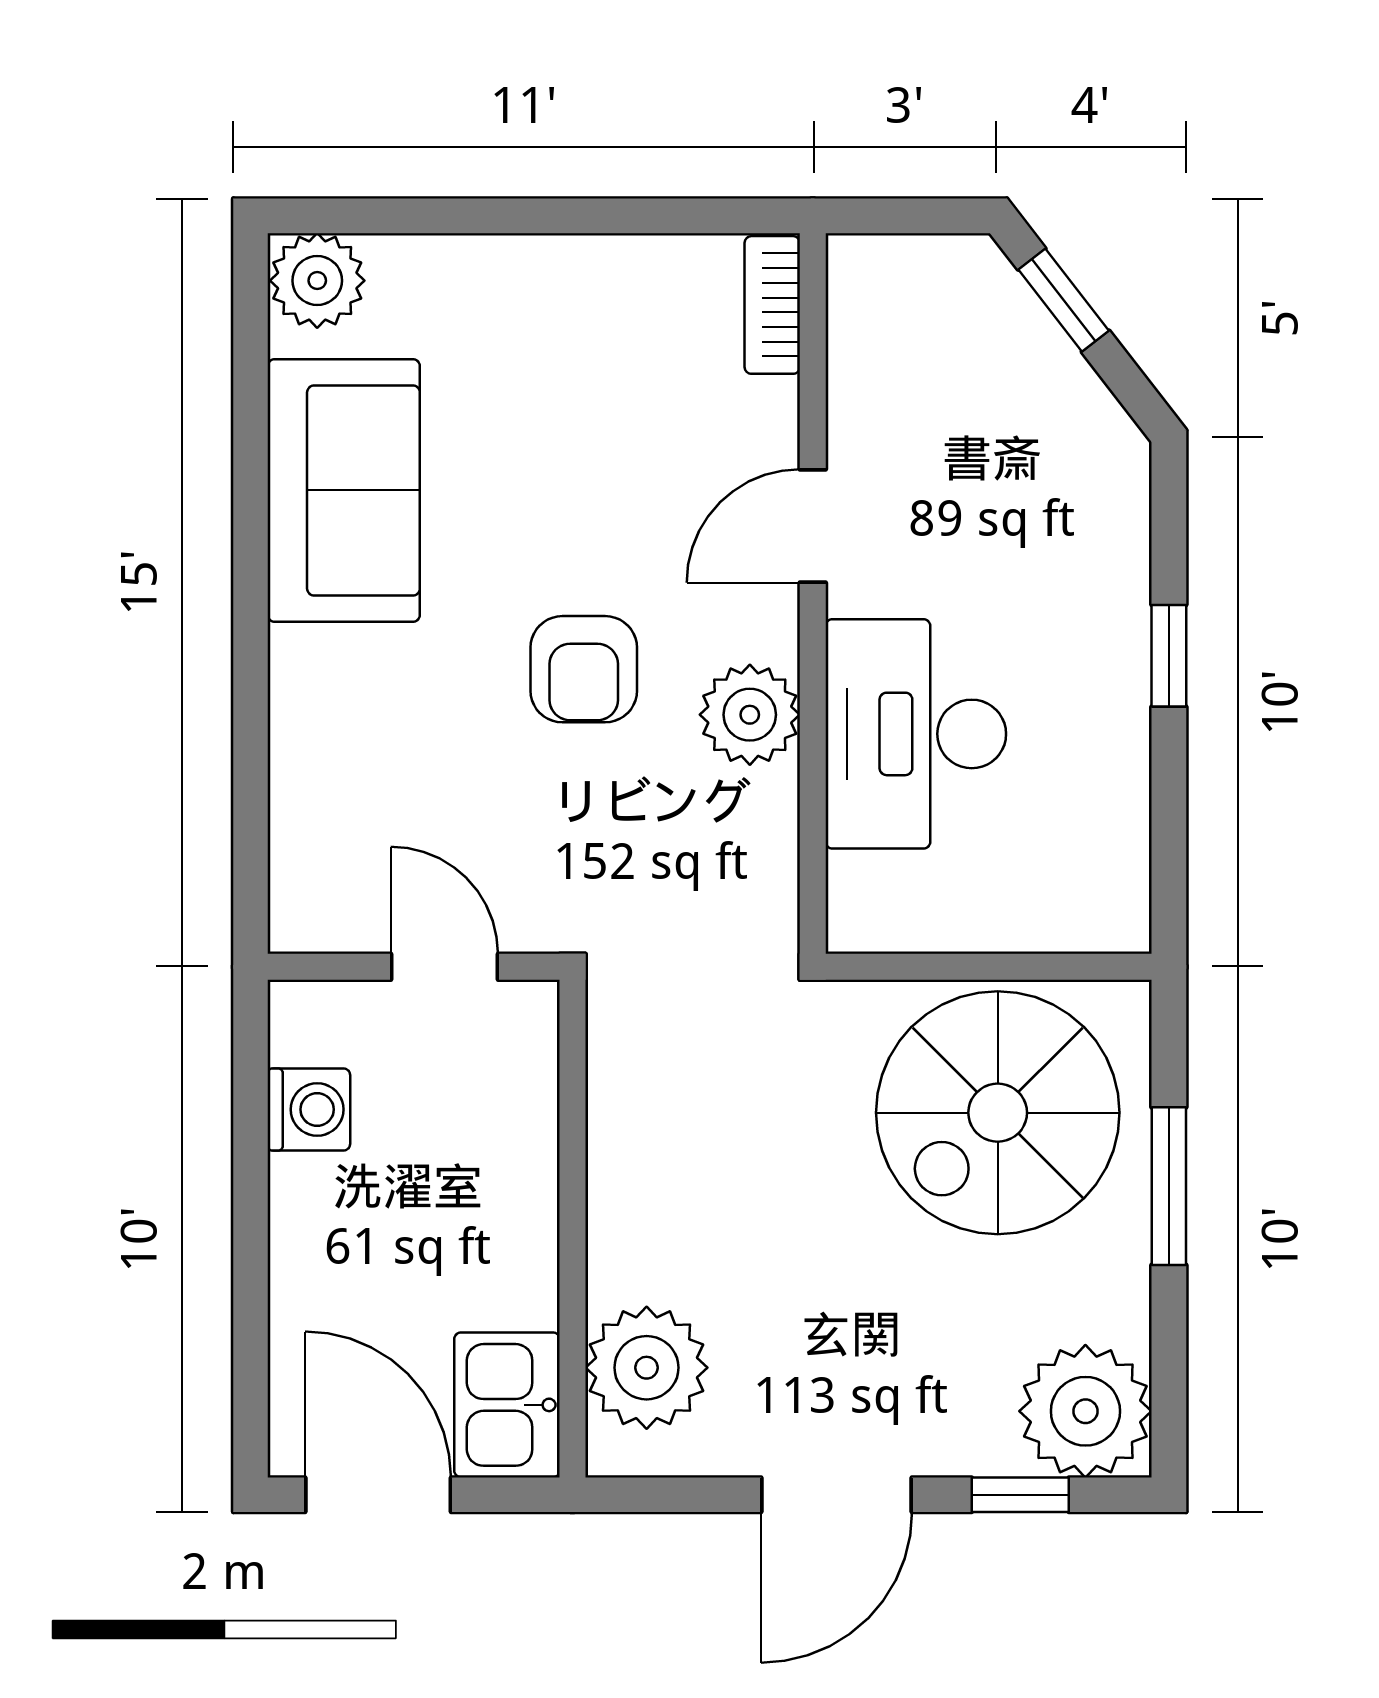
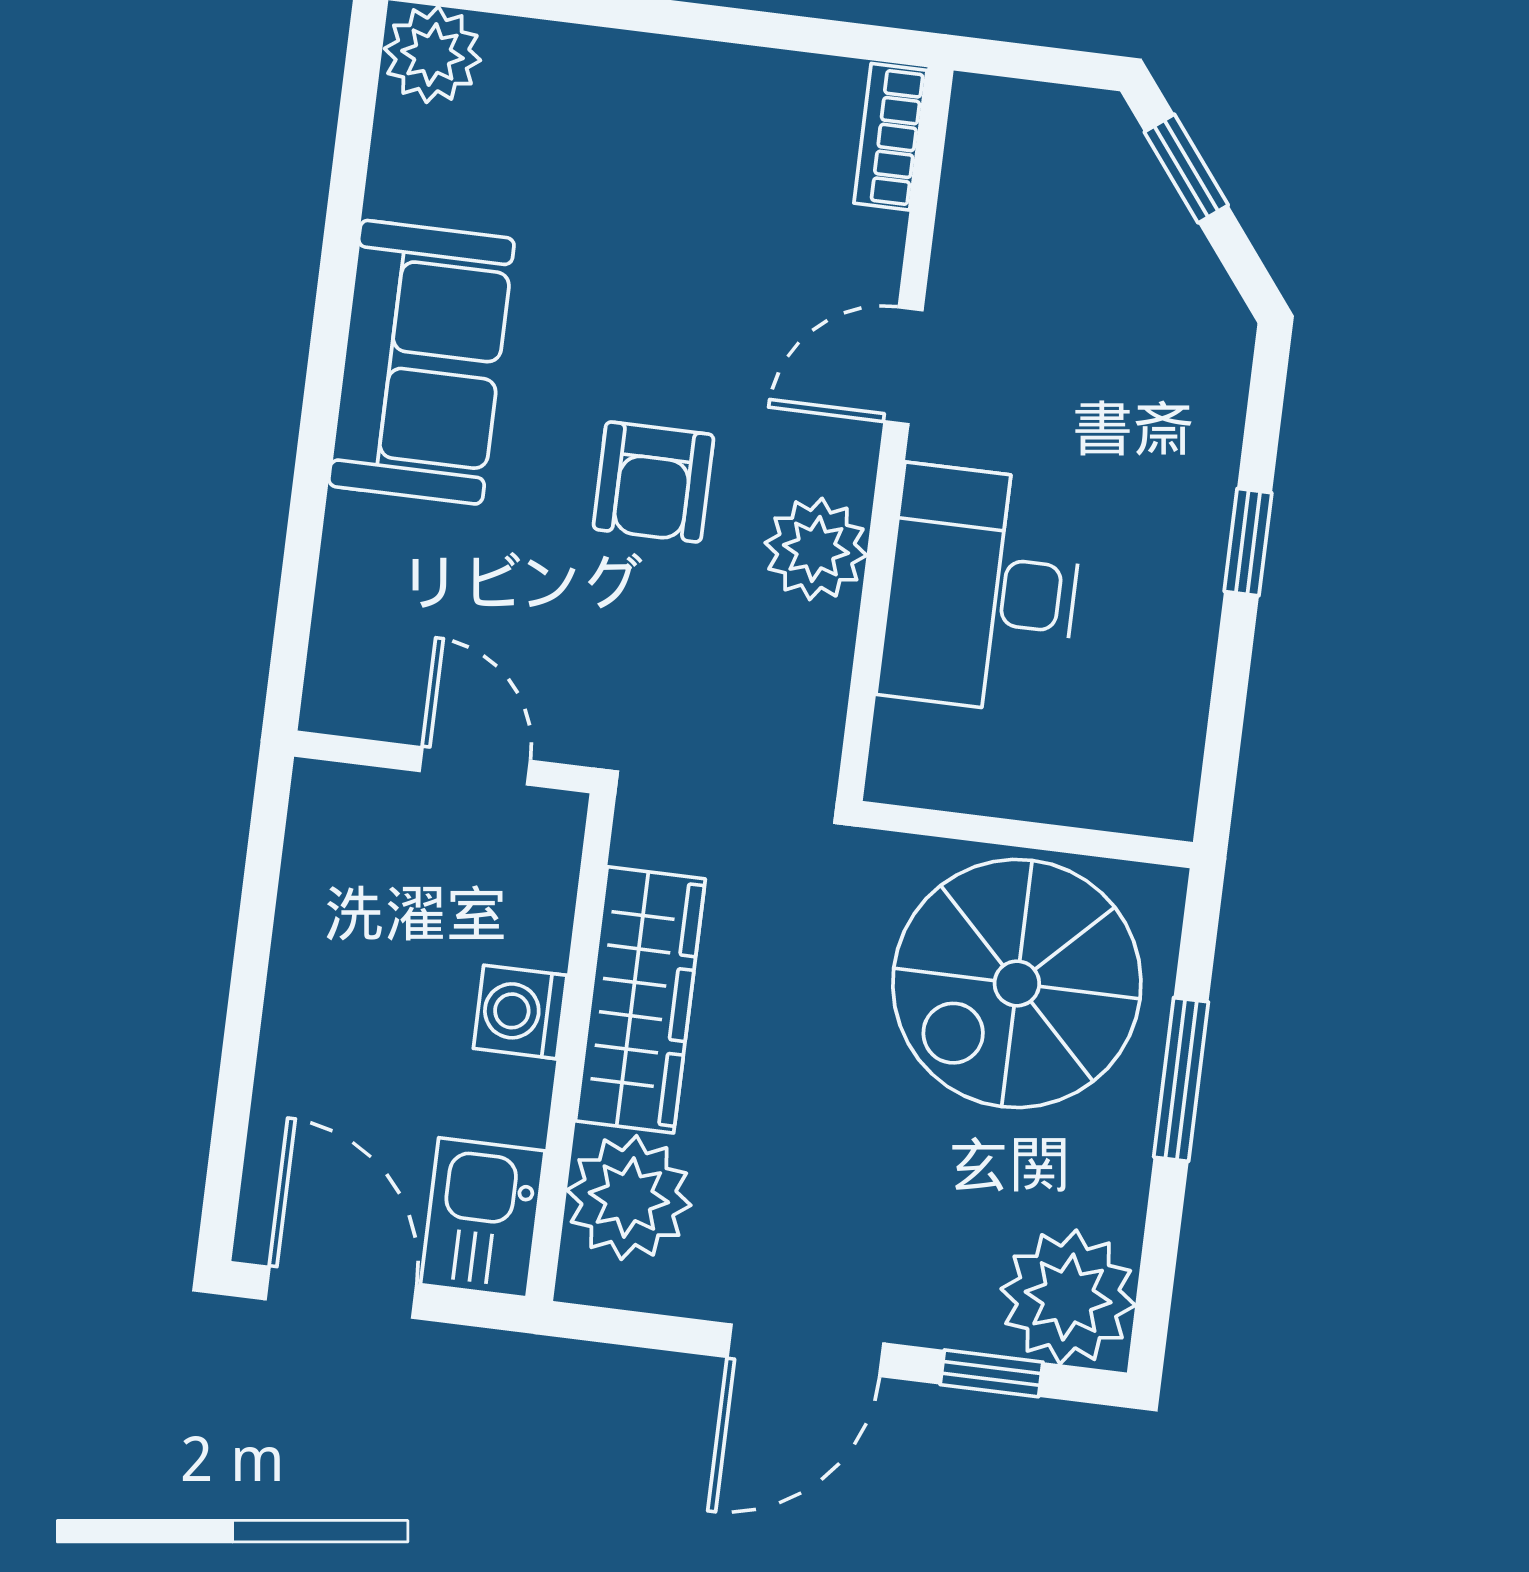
sofa: (344, 490) -> (421, 362), moved
washing machine: (309, 1109) -> (520, 1012), moved, turned 180
wardrobe: (634, 1174) -> (640, 1000), added

